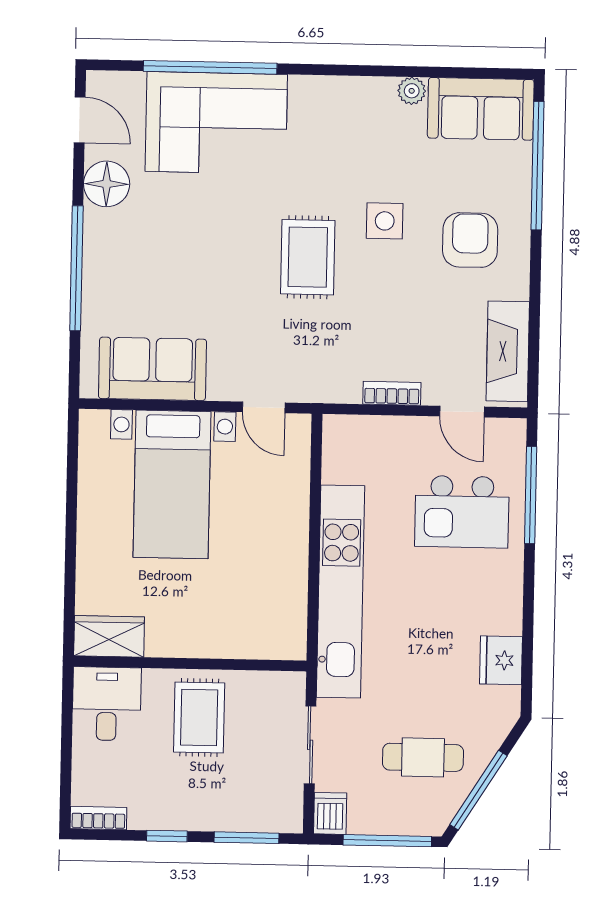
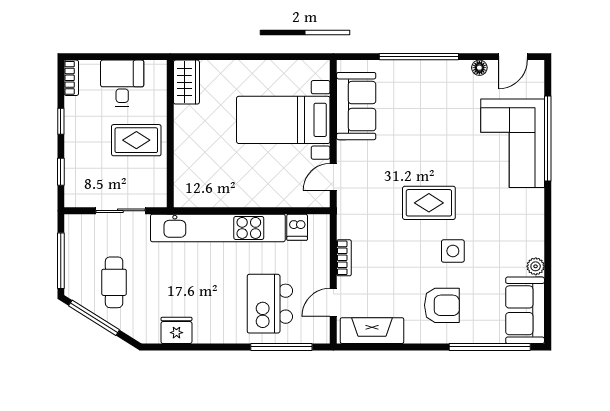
floor lamp: (107, 184) -> (479, 68), width x0.53, depth x0.53
desk: (107, 704) -> (122, 83), moved, turned -90
dishwasher: (330, 813) -> (297, 227), moved, turned 90
window: (246, 838) -> (61, 172), width x0.67

